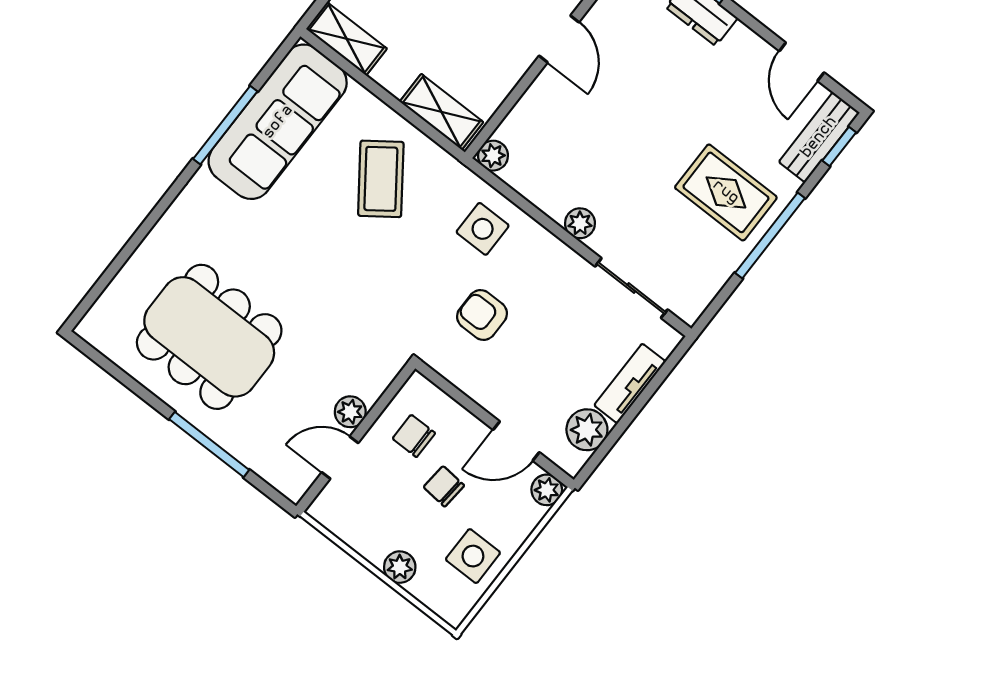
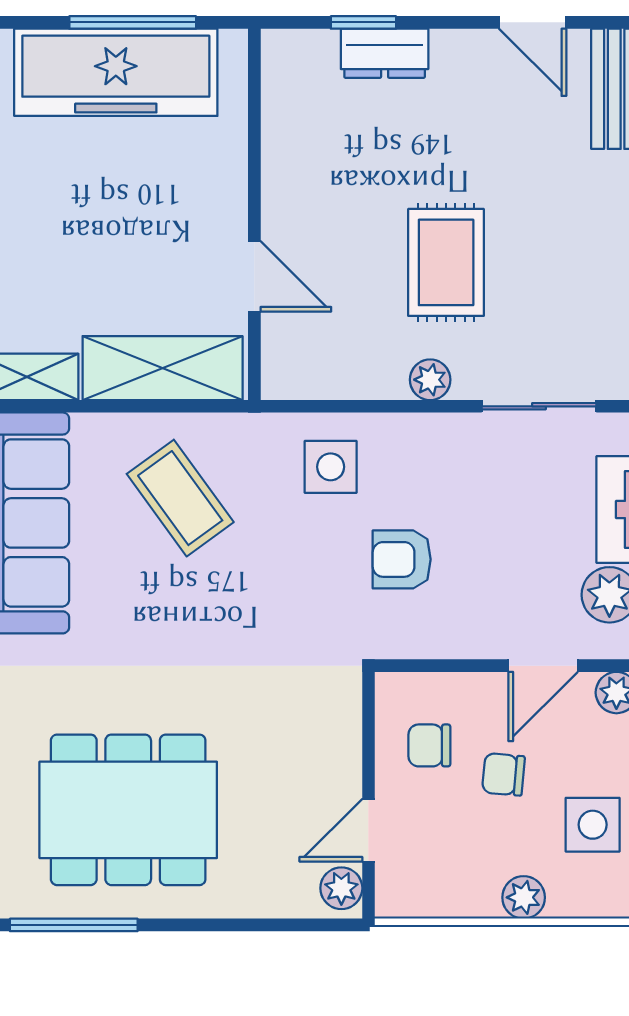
door: (559, 39) -> (254, 276), moved
shelving: (441, 112) -> (163, 368), width x1.50, depth x1.33
plant: (493, 156) -> (281, 380), removed
rug: (726, 192) -> (446, 262), moved, turned 90
plant: (350, 412) -> (341, 888), moved
window: (209, 444) -> (74, 925), moved

